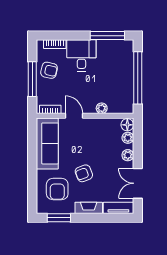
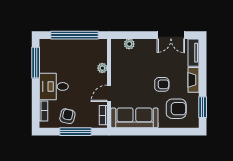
floor lamp: (127, 125) -> (117, 44), removed
plant: (128, 155) -> (145, 44), removed
armchair: (84, 173) -> (162, 84), turned -69

